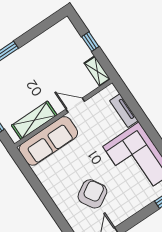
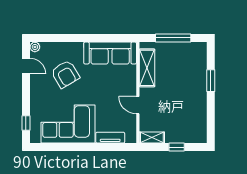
door: (75, 105) -> (138, 105), swing flipped
sofa: (48, 141) -> (110, 53), moved, turned -90

